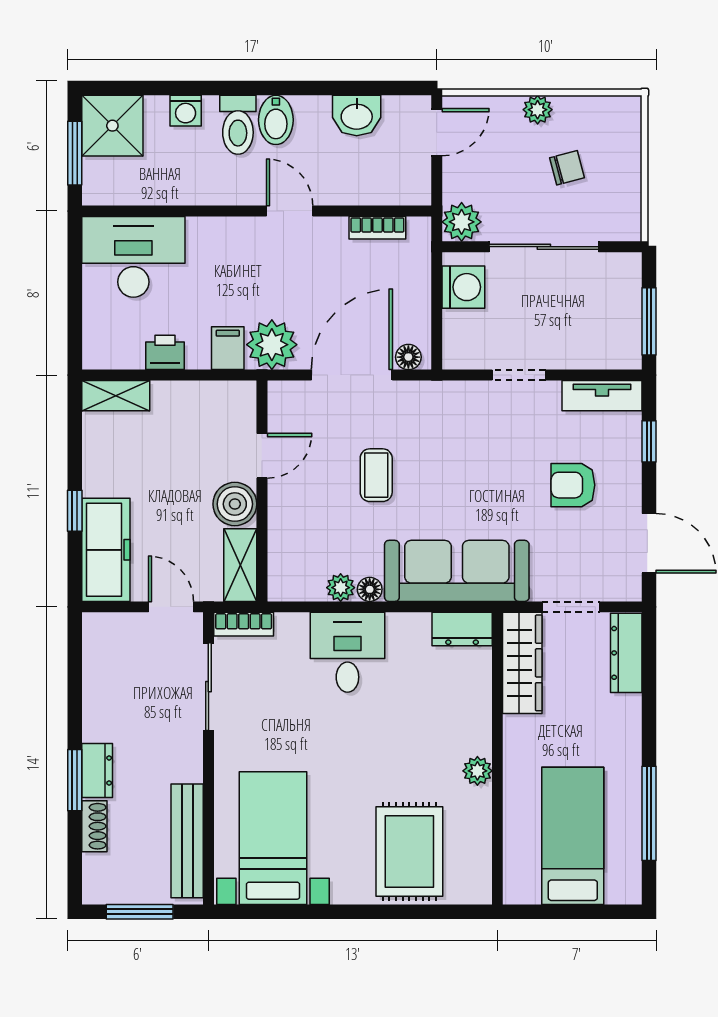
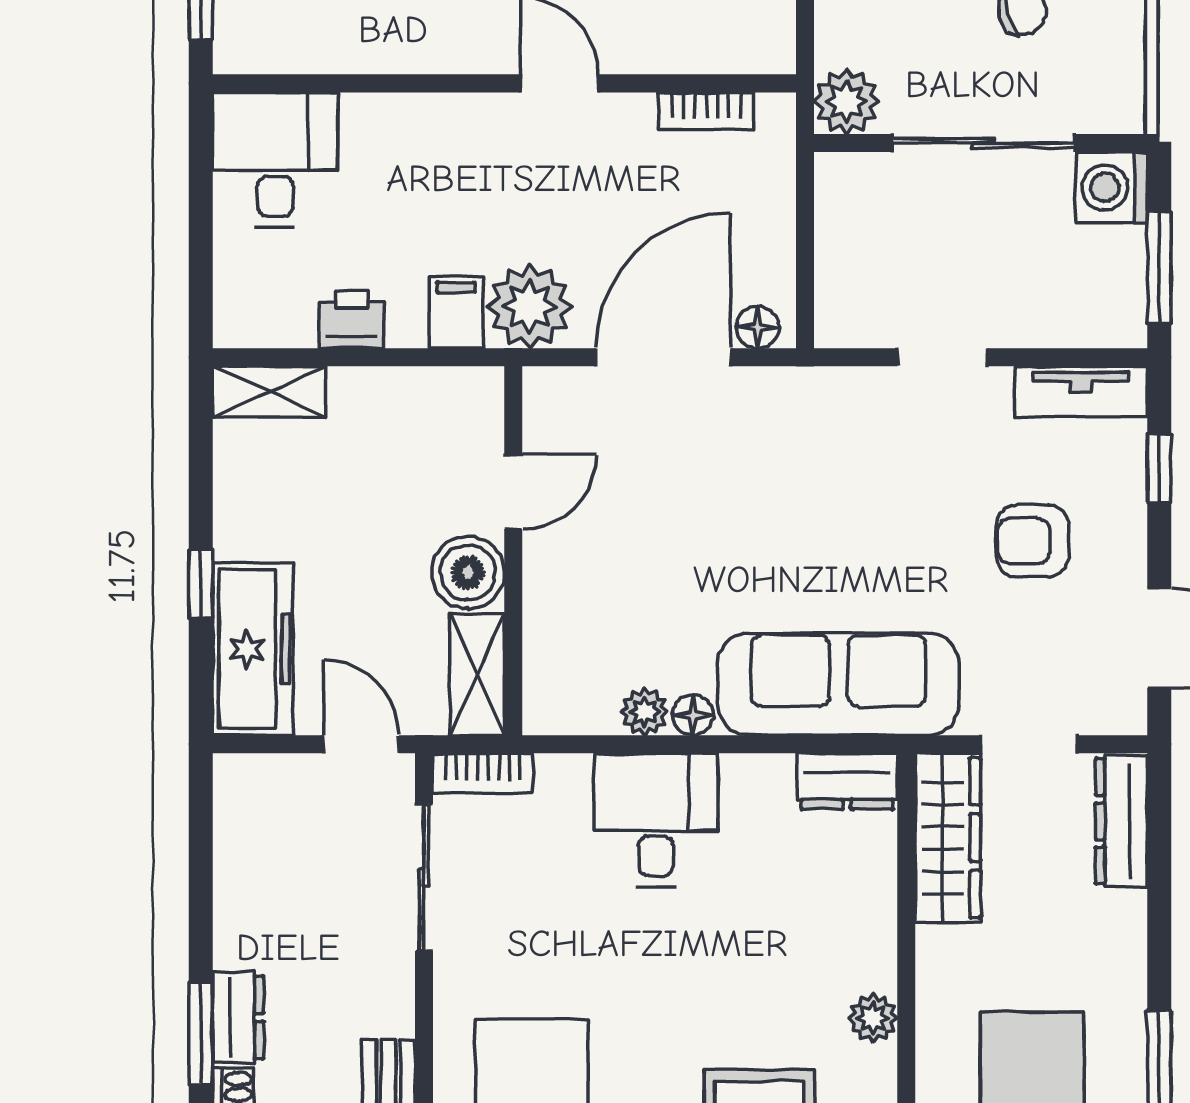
desk: (133, 257) -> (275, 160), width x0.73
washing machine: (463, 287) -> (1112, 187), moved, turned 180
coffee table: (376, 475) -> (704, 524), removed

